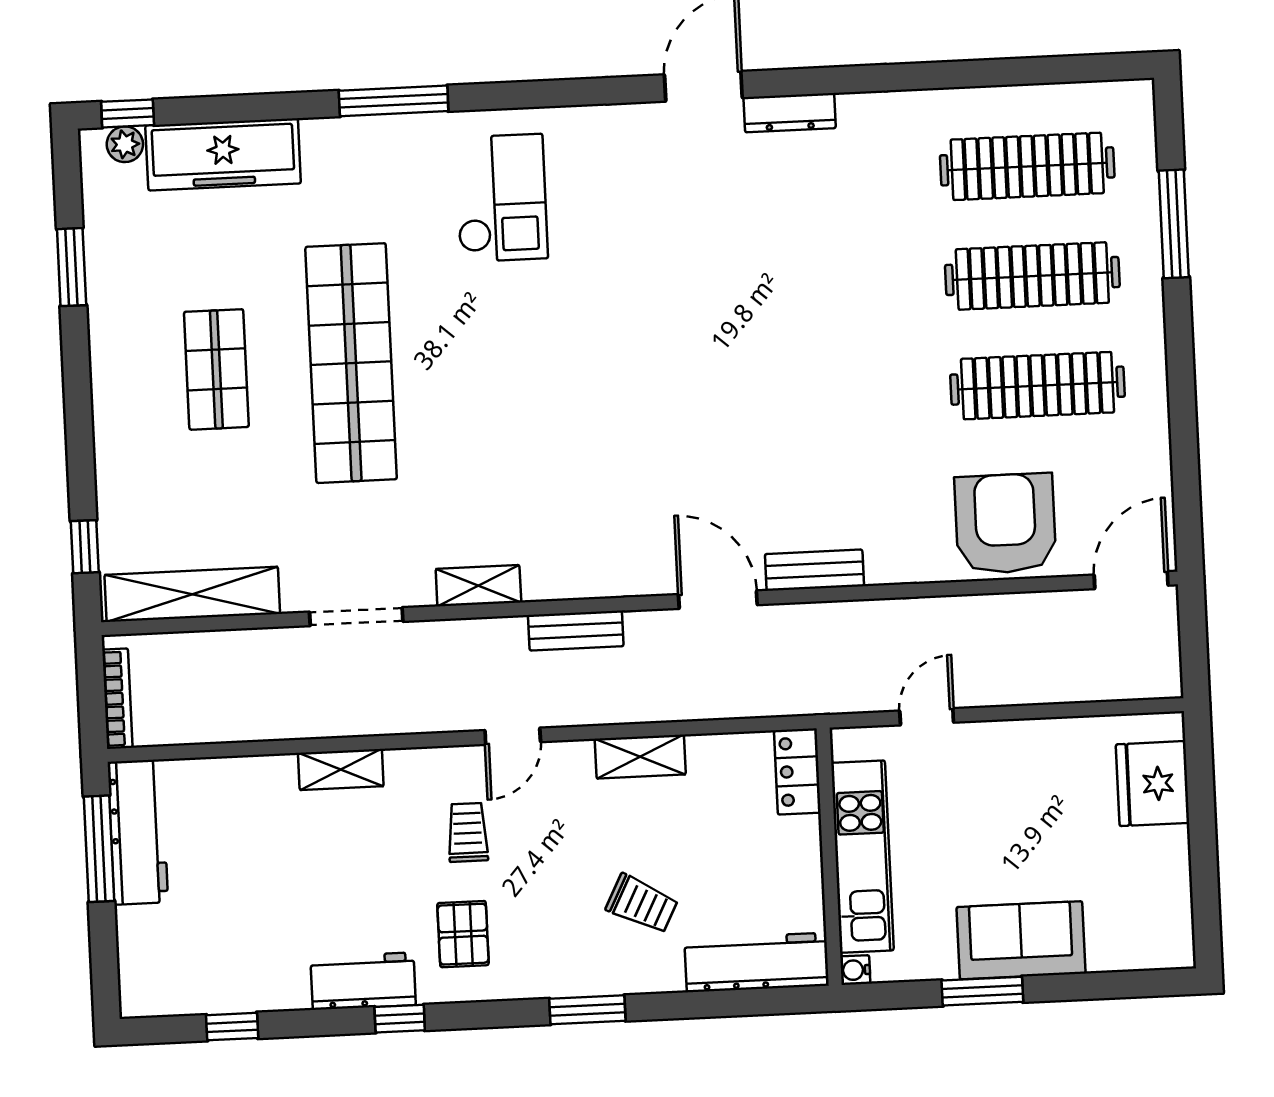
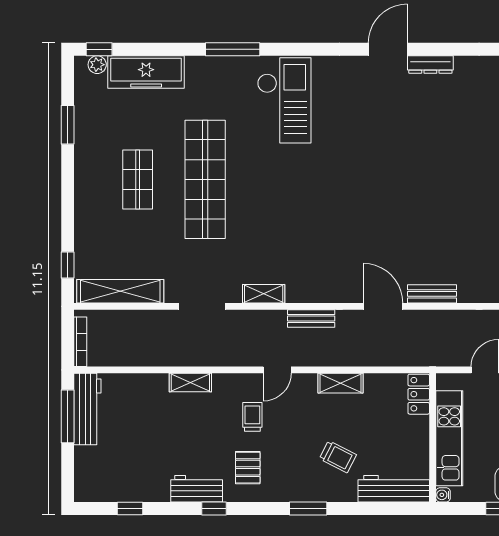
checkout: (501, 198) -> (284, 100), width x1.36, depth x1.21

